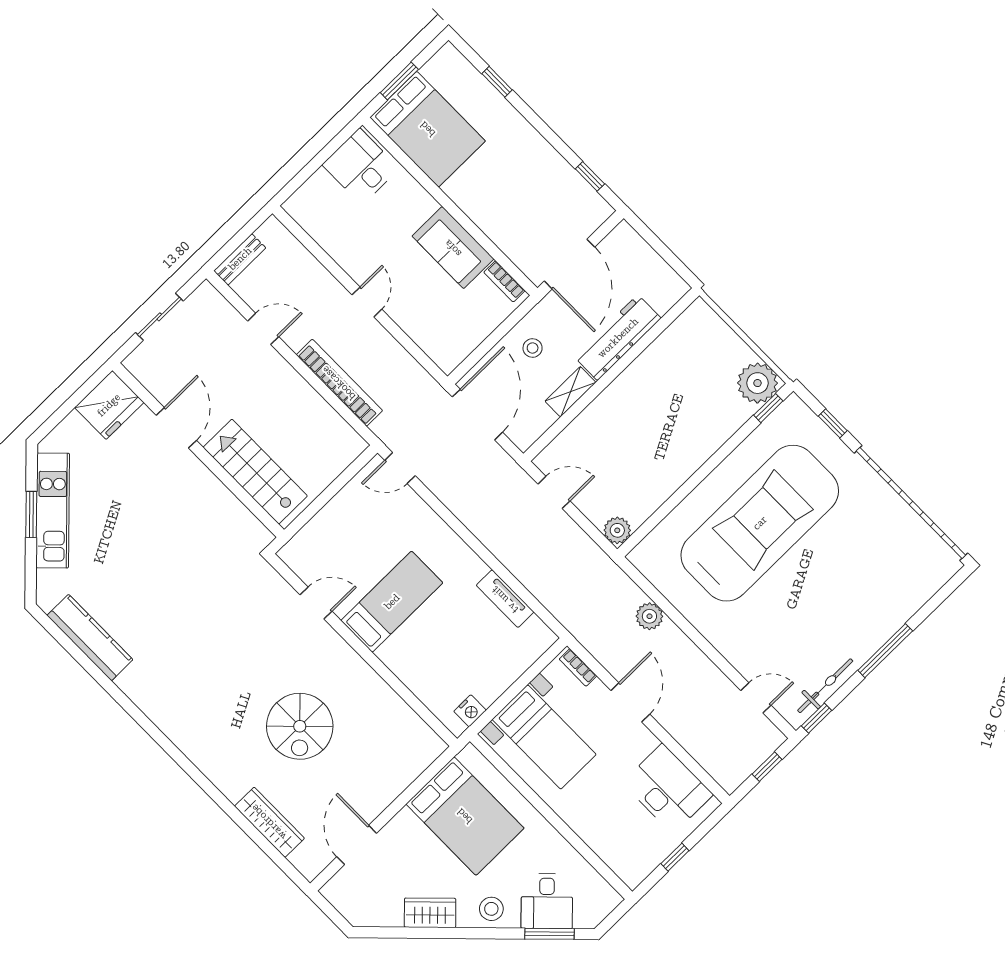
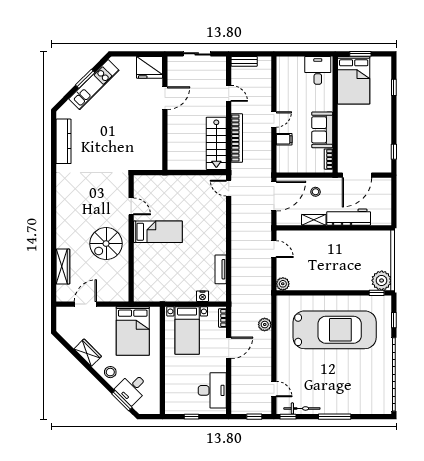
filing cabinet: (411, 316) -> (284, 139), added
stairs: (255, 472) -> (216, 143), moved, turned 180
bed: (392, 602) -> (158, 232), moved
door: (316, 603) -> (131, 206), moved
wall: (362, 650) -> (131, 238), moved
nightstand: (470, 711) -> (202, 296), moved

